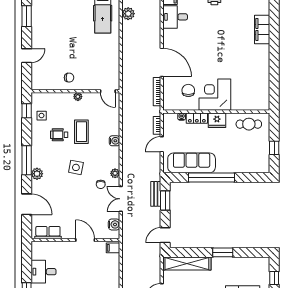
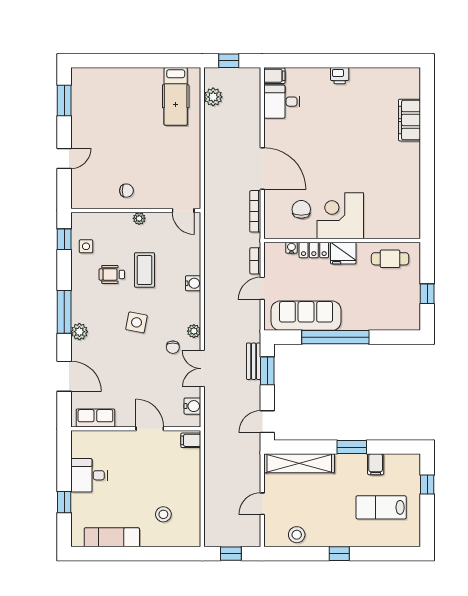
filing cabinet: (239, 264) -> (376, 464), added

